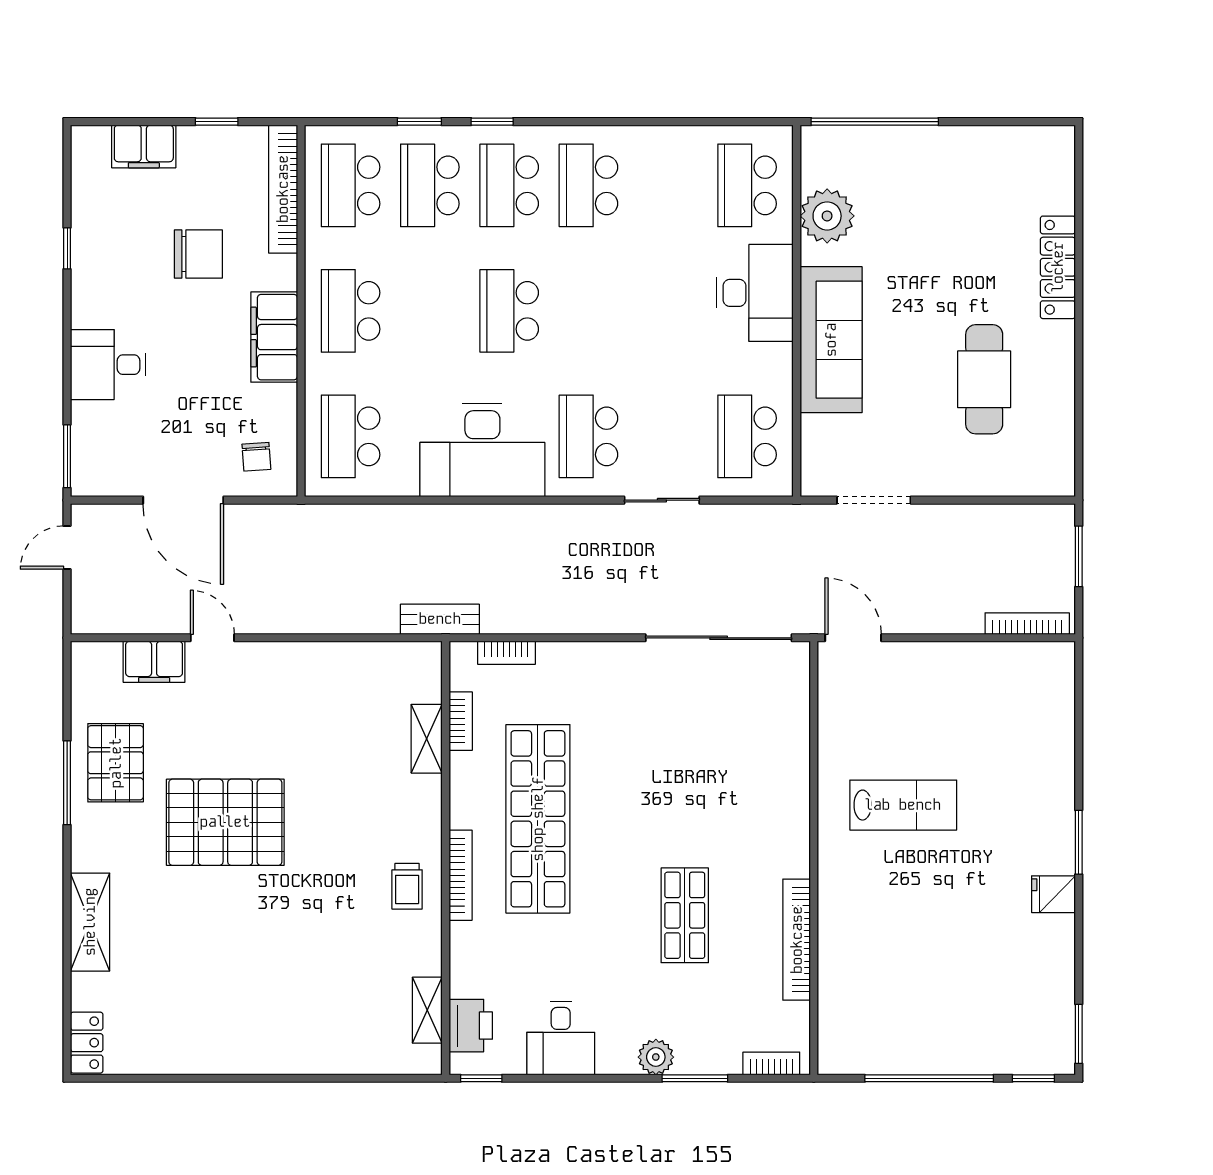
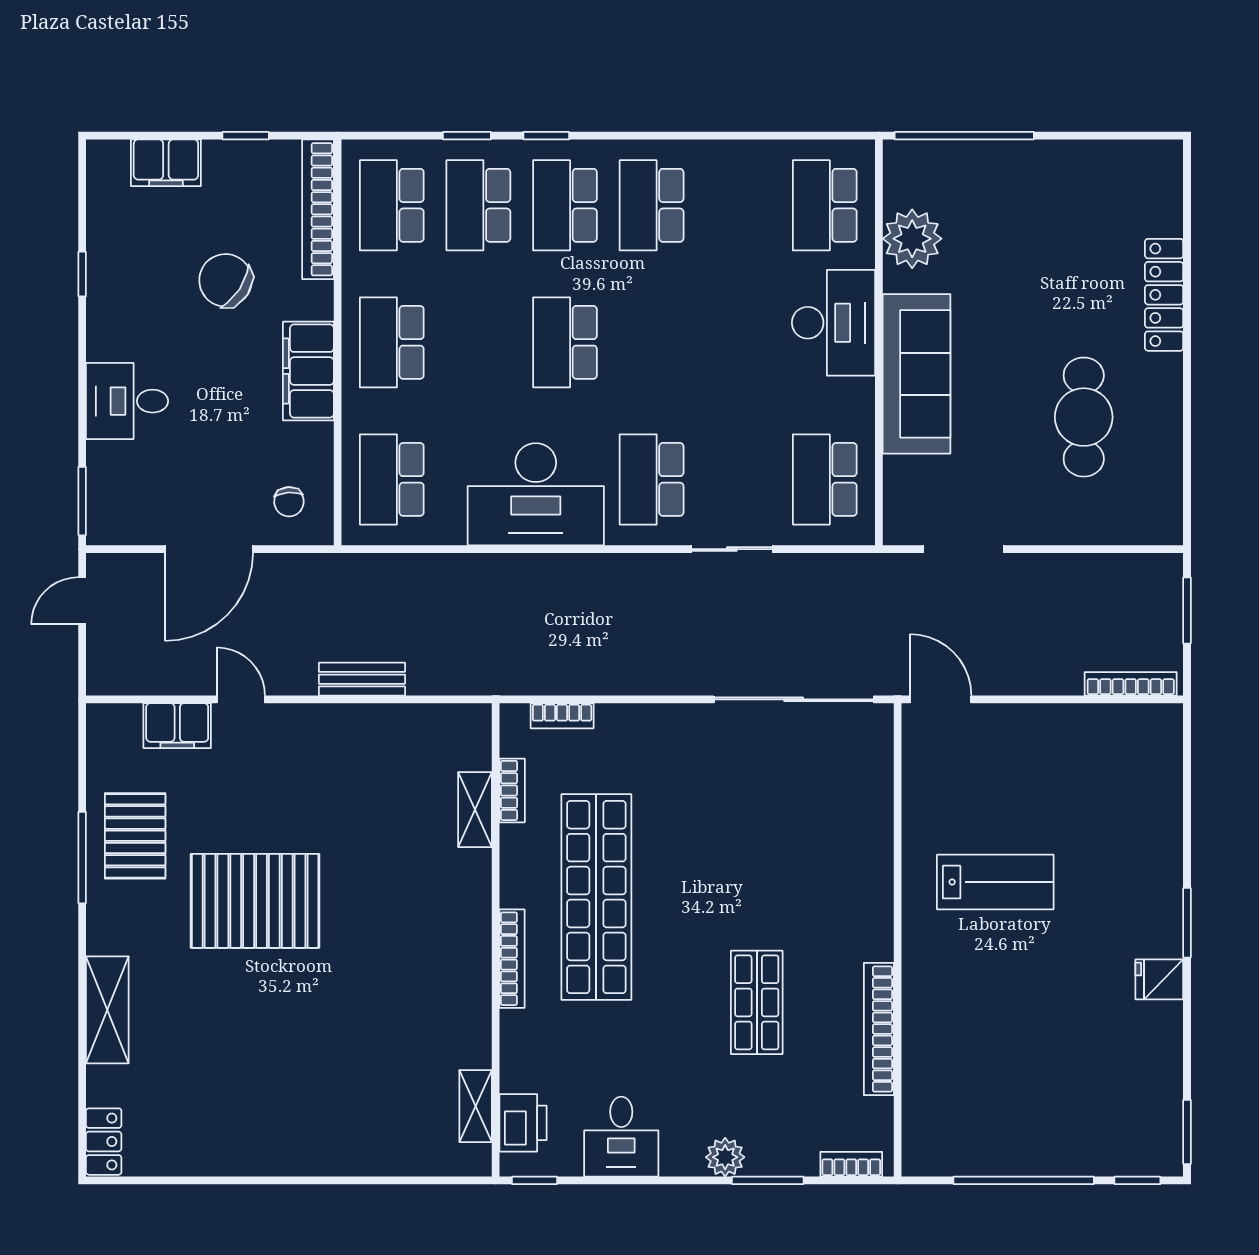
chair: (198, 254) -> (226, 280), turned -147
door: (183, 500) -> (209, 549), hinge flipped
bench: (440, 619) -> (362, 679), moved
trolley: (407, 886) -> (453, 971), removed

